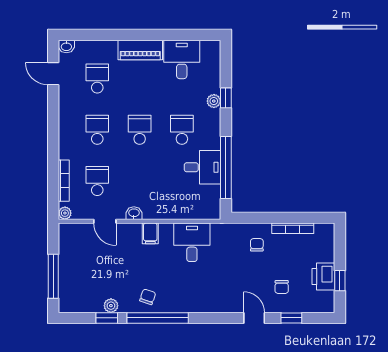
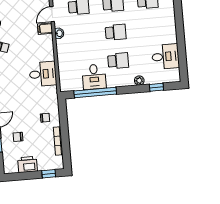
piano: (140, 50) -> (169, 28), removed
window: (226, 98) -> (156, 87), moved
filing cabinet: (150, 233) -> (45, 29), moved
window: (340, 281) -> (49, 174), moved

